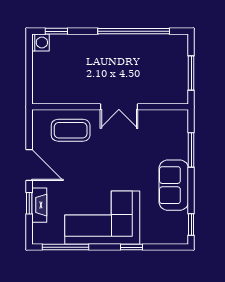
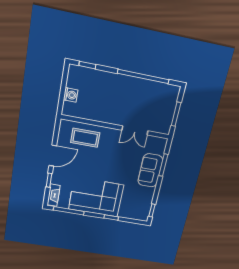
washing machine: (40, 42) -> (71, 95), moved
double door: (119, 107) -> (135, 130), moved
door: (29, 165) -> (53, 156), hinge flipped
sofa: (174, 185) -> (150, 170), moved
fireplace: (39, 205) -> (54, 195), moved

